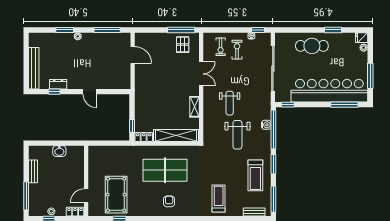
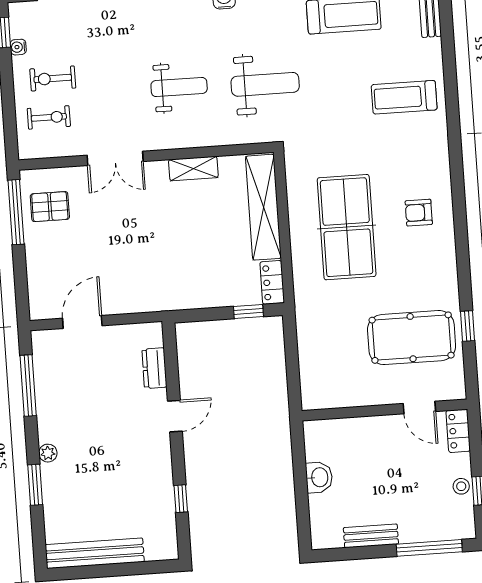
bench: (34, 68) -> (95, 553), moved
double door: (201, 74) -> (115, 158), swing flipped
dresser: (58, 84) -> (154, 368), moved
weight bench: (237, 135) -> (265, 84), moved

